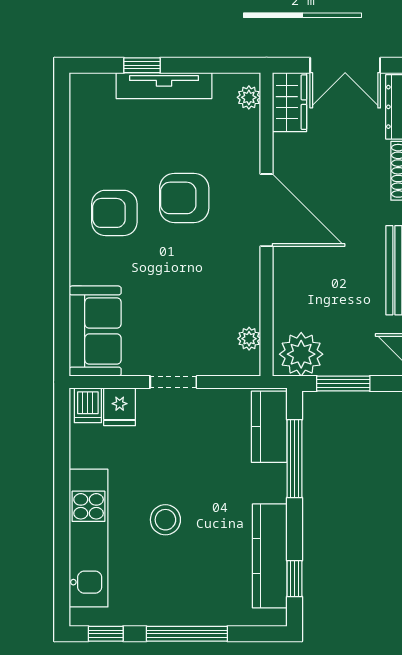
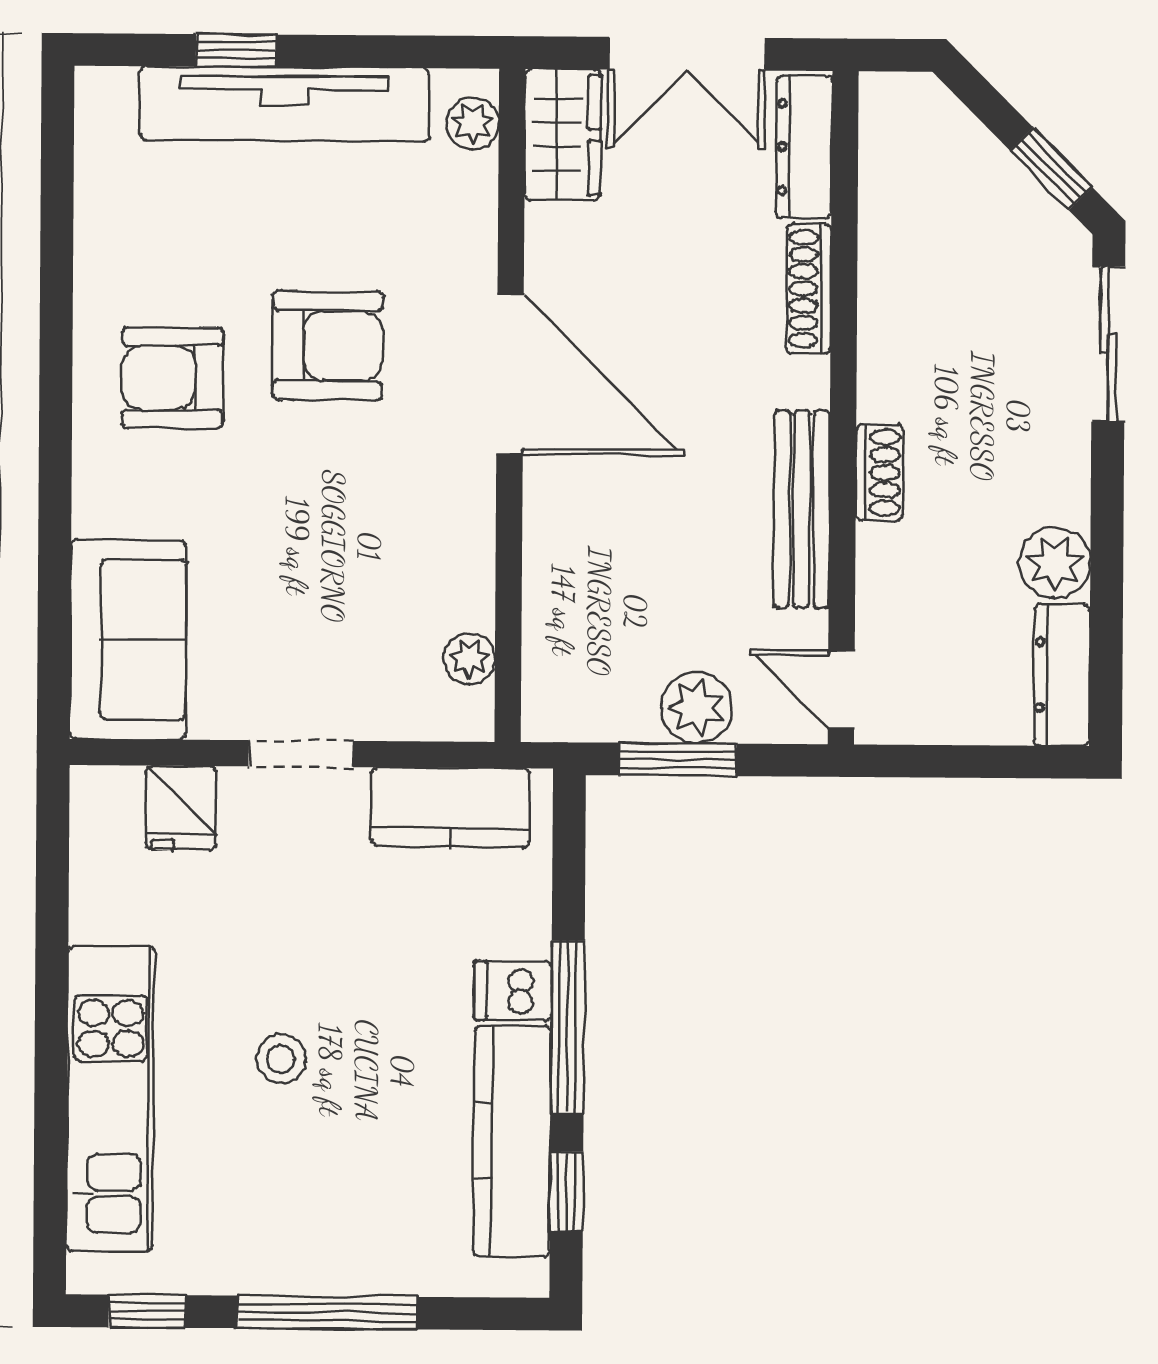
tv unit: (164, 86) -> (285, 104), width x1.36, depth x1.29
armchair: (184, 198) -> (328, 346), turned 180
plant: (301, 354) -> (697, 708), moved, width x0.73, depth x0.73
dishwasher: (88, 405) -> (513, 991), moved, turned 90
kitchen counter: (269, 427) -> (450, 807), moved, turned -90
window: (294, 459) -> (568, 1027), moved
stool: (165, 520) -> (281, 1059), width x0.73, depth x0.73

